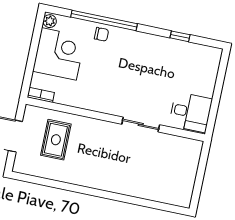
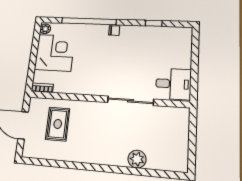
chair: (101, 34) -> (114, 31), moved
sliding door: (141, 124) -> (130, 101), width x1.37
plant: (139, 189) -> (137, 159), added

